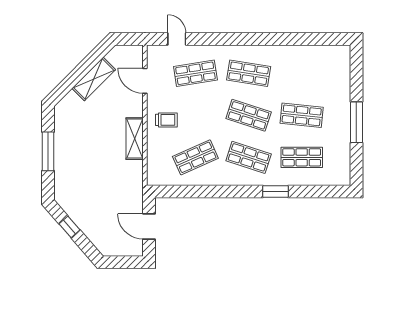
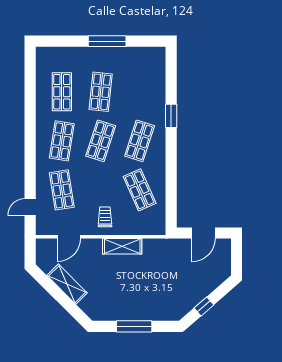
shop shelf: (302, 157) -> (62, 92), moved

